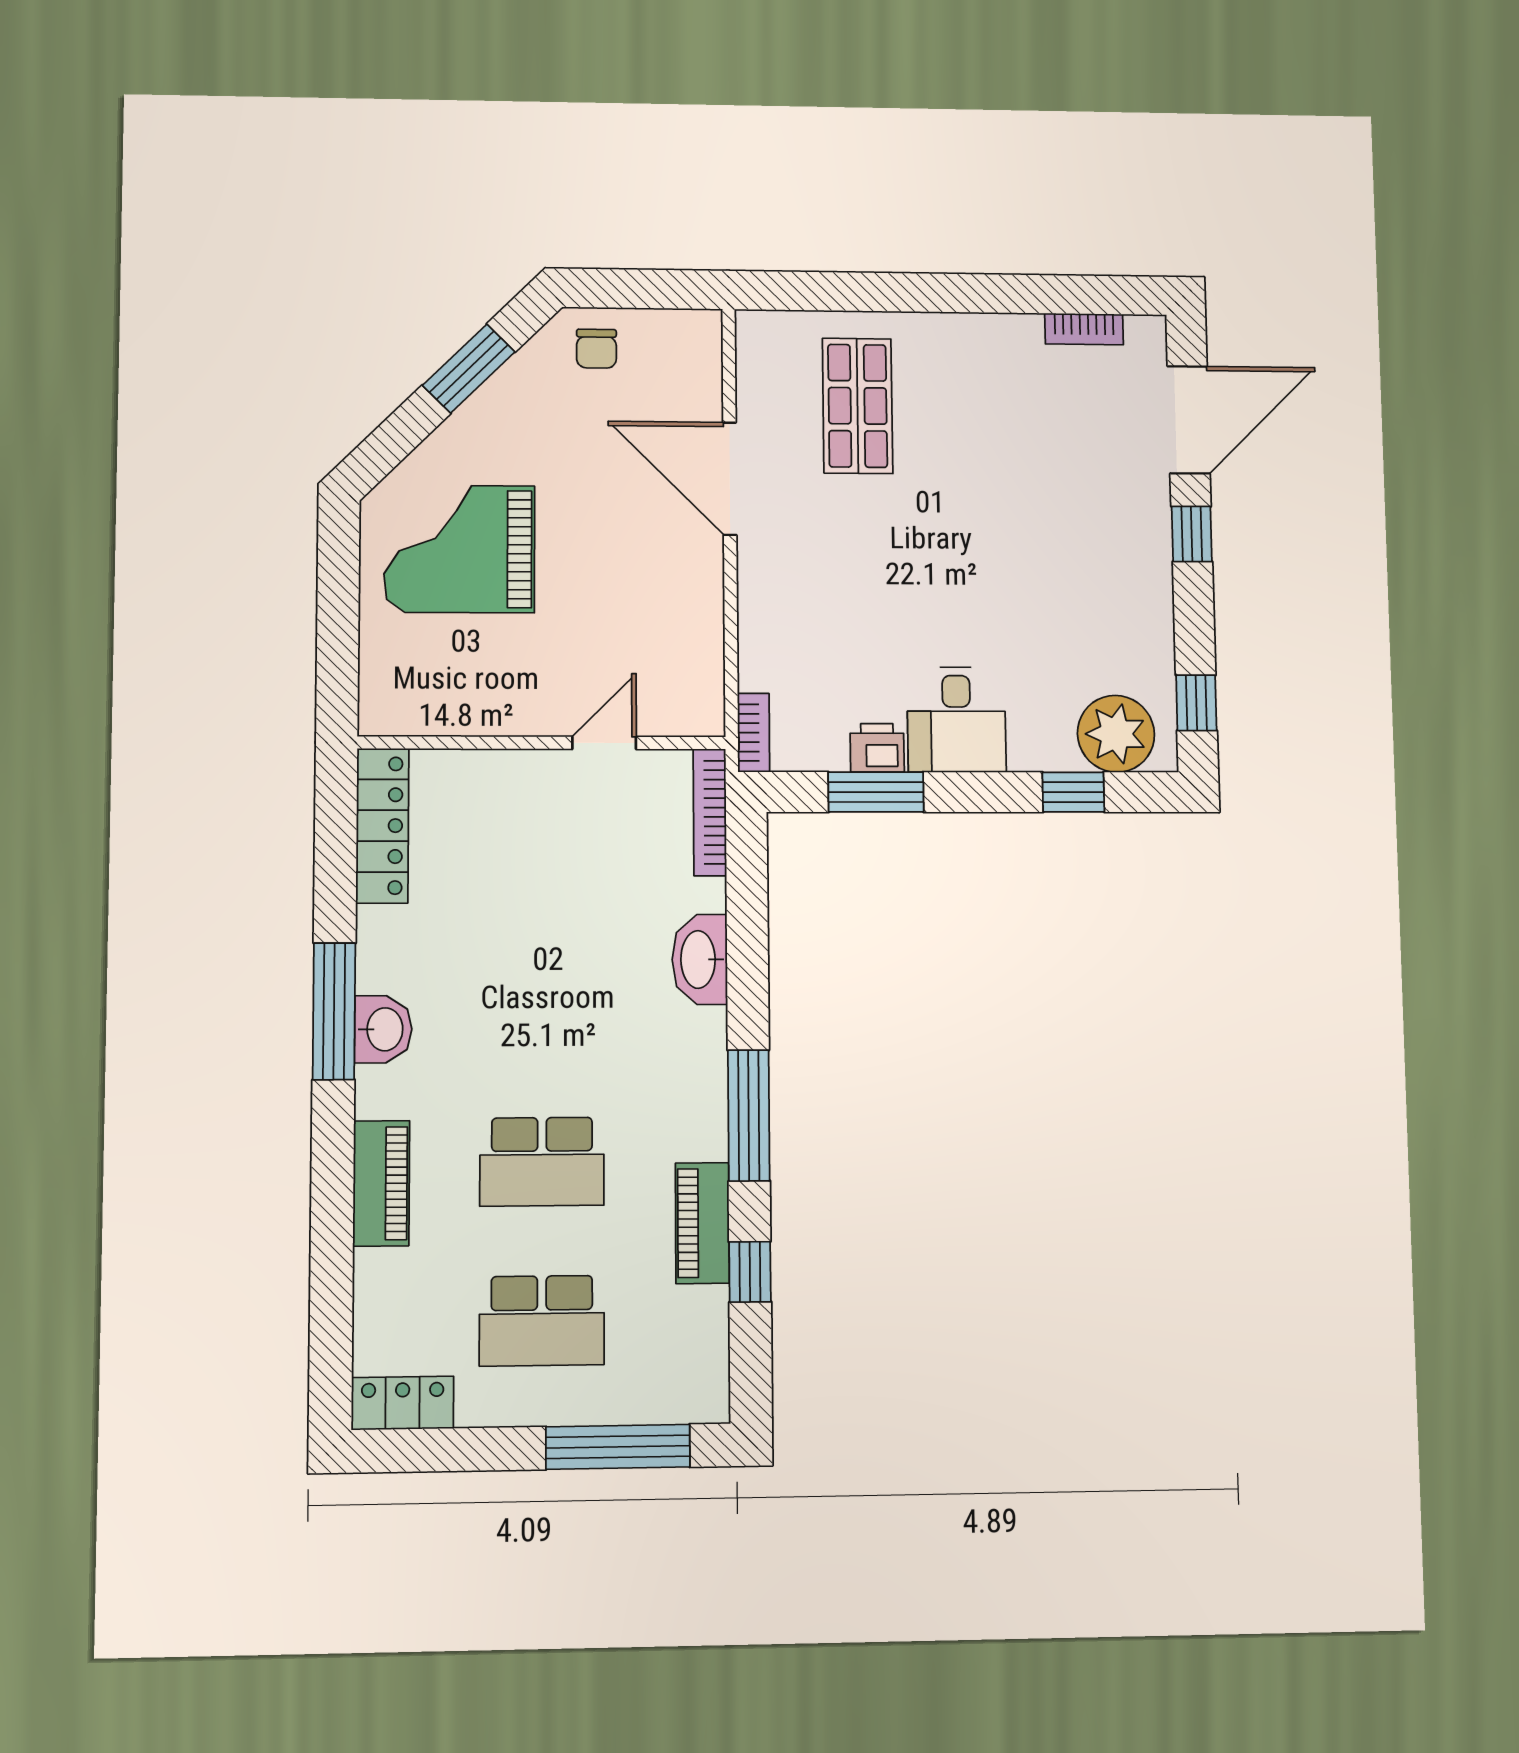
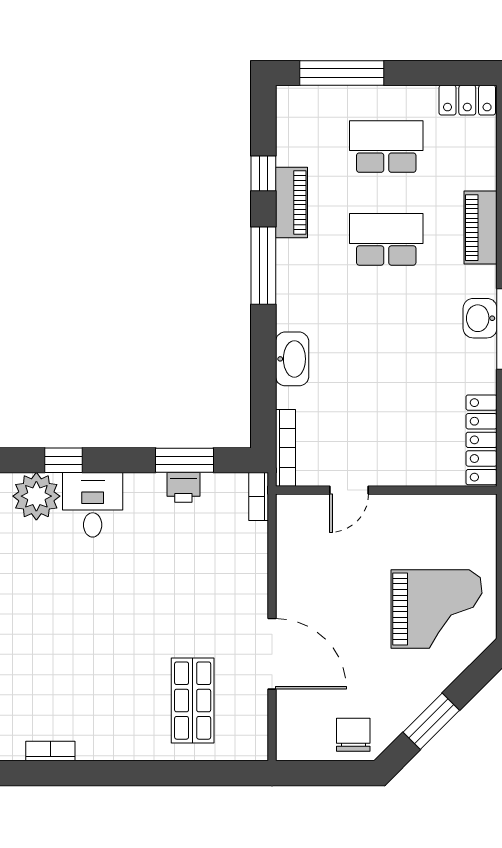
chair: (596, 349) -> (353, 735), width x1.37, depth x1.37
desk: (956, 720) -> (93, 505), moved

